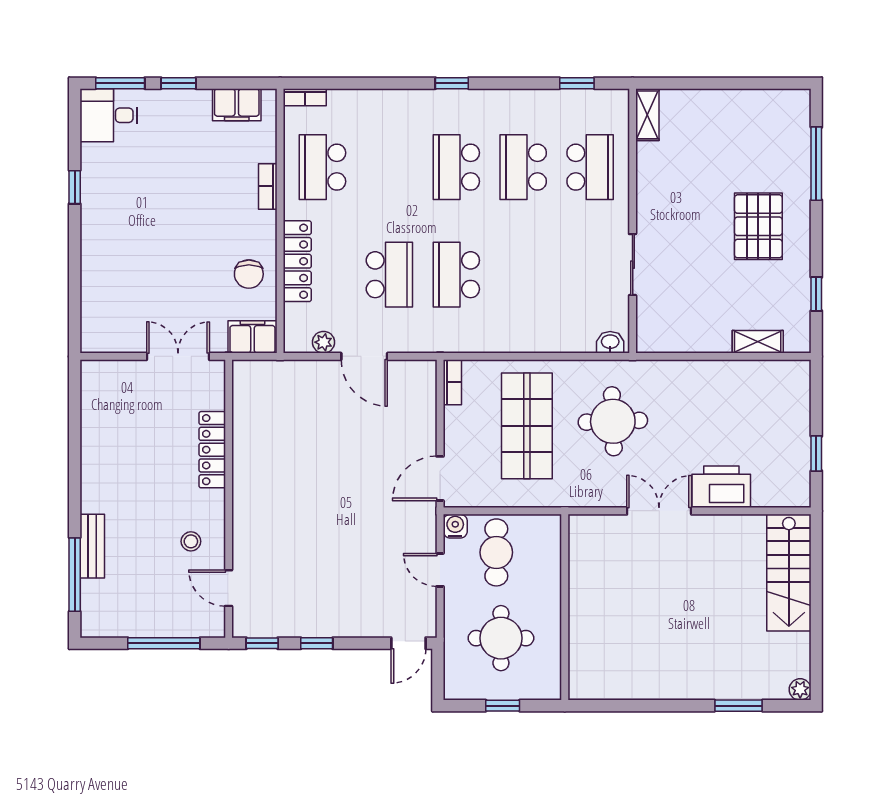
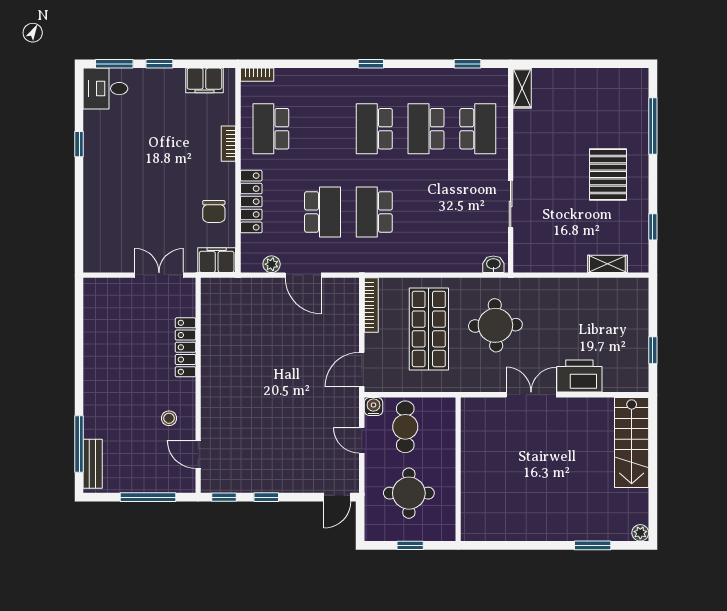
bookcase: (452, 382) -> (371, 305), width x1.56
bench: (92, 546) -> (93, 464), moved

